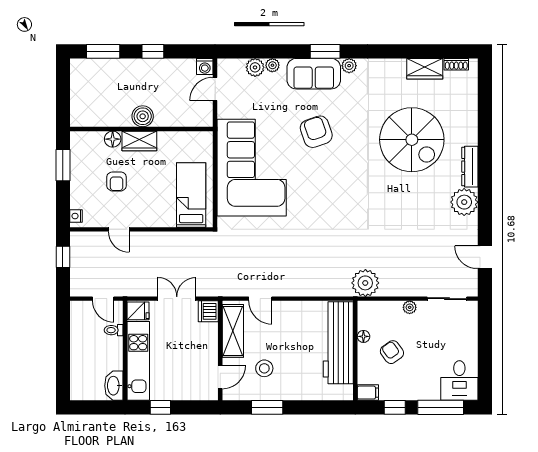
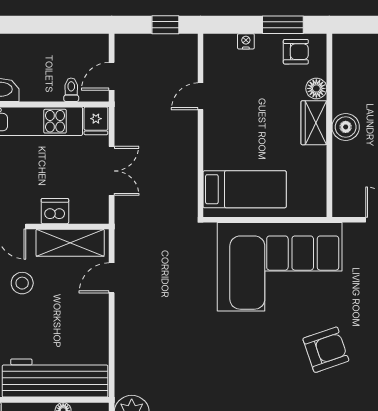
armchair: (117, 181) -> (296, 52), moved, turned 180
nightstand: (76, 216) -> (246, 41), moved
dishwasher: (208, 311) -> (55, 211), moved

